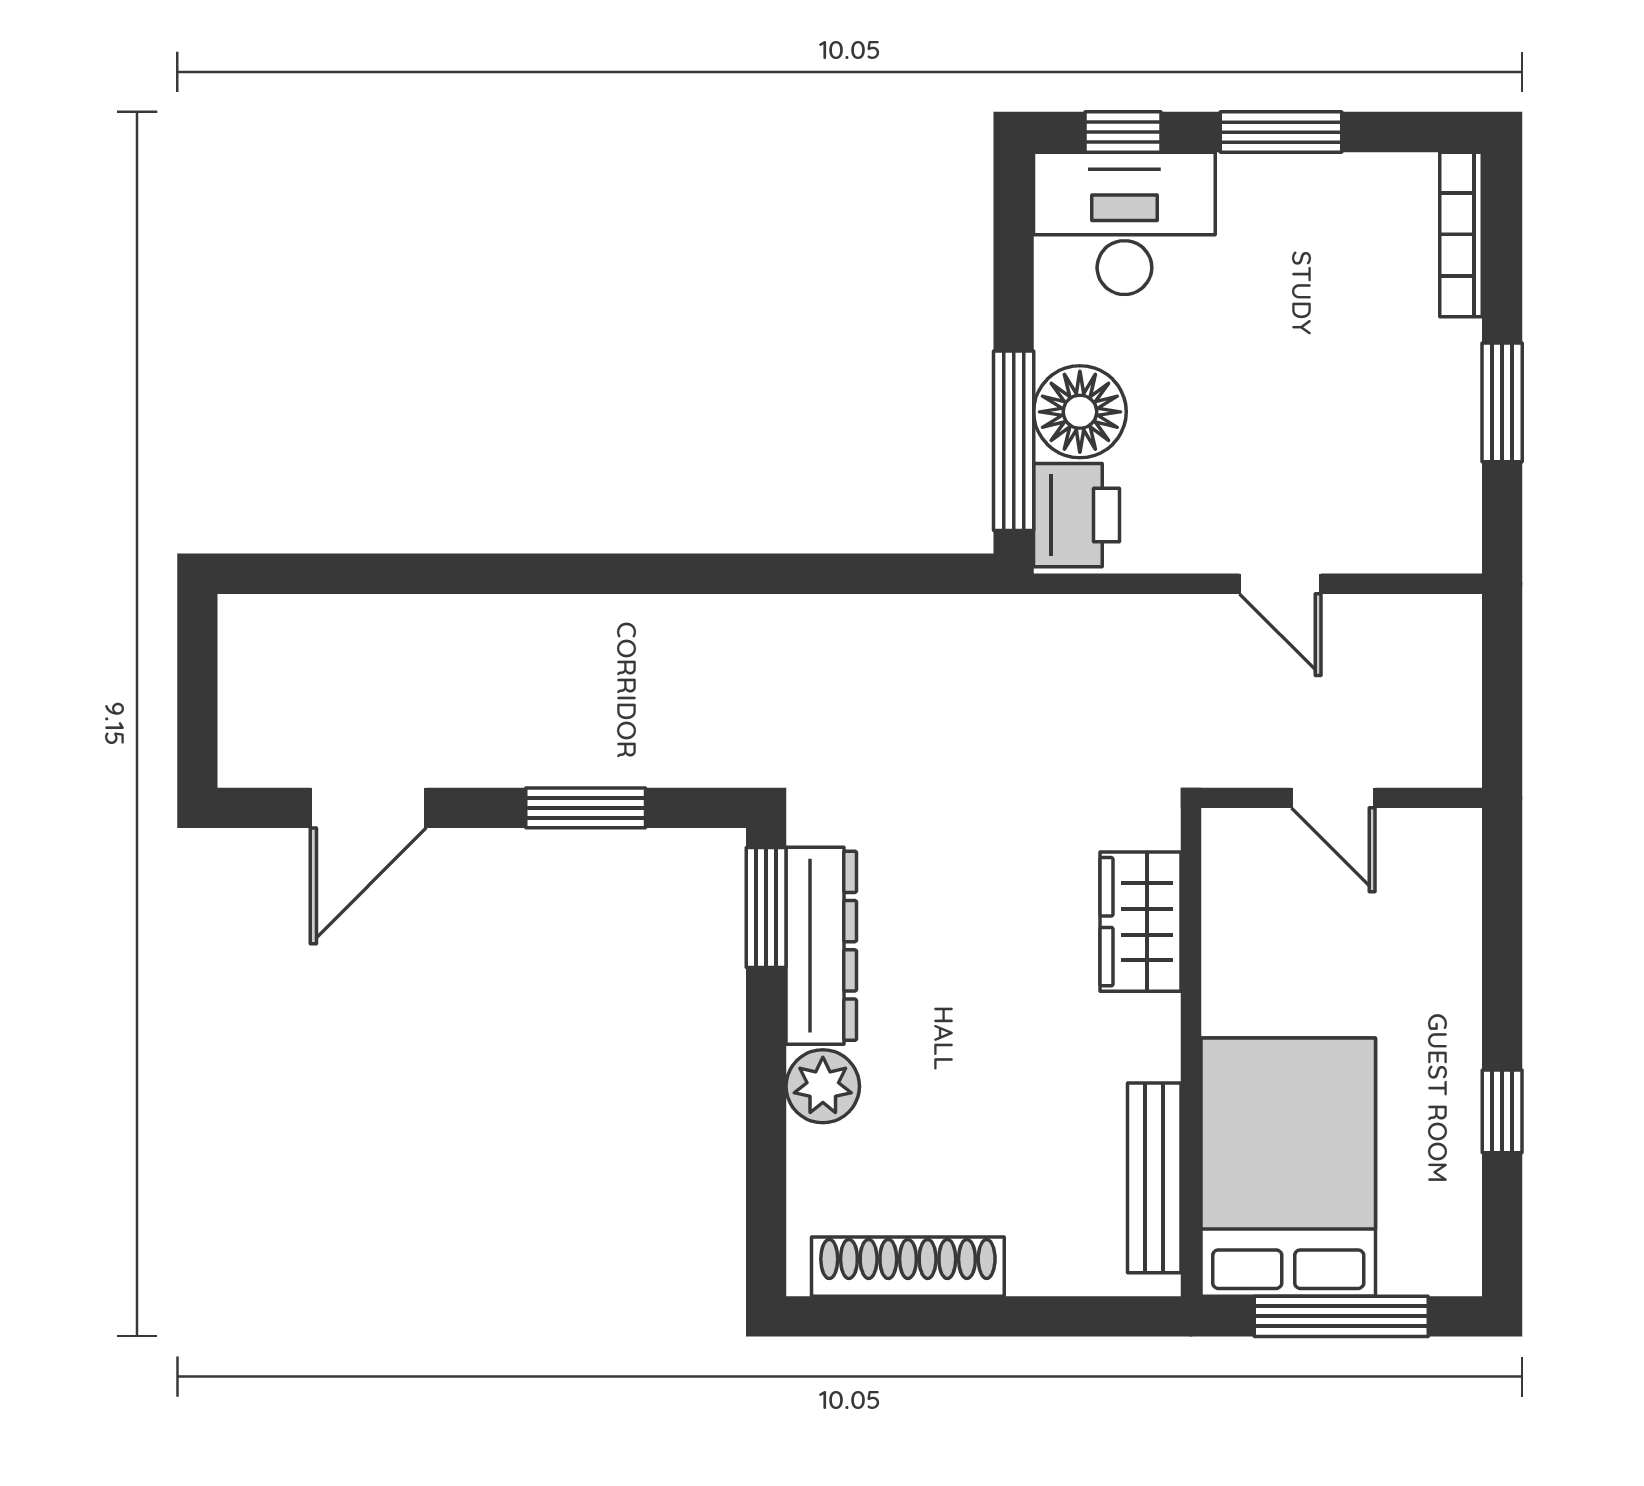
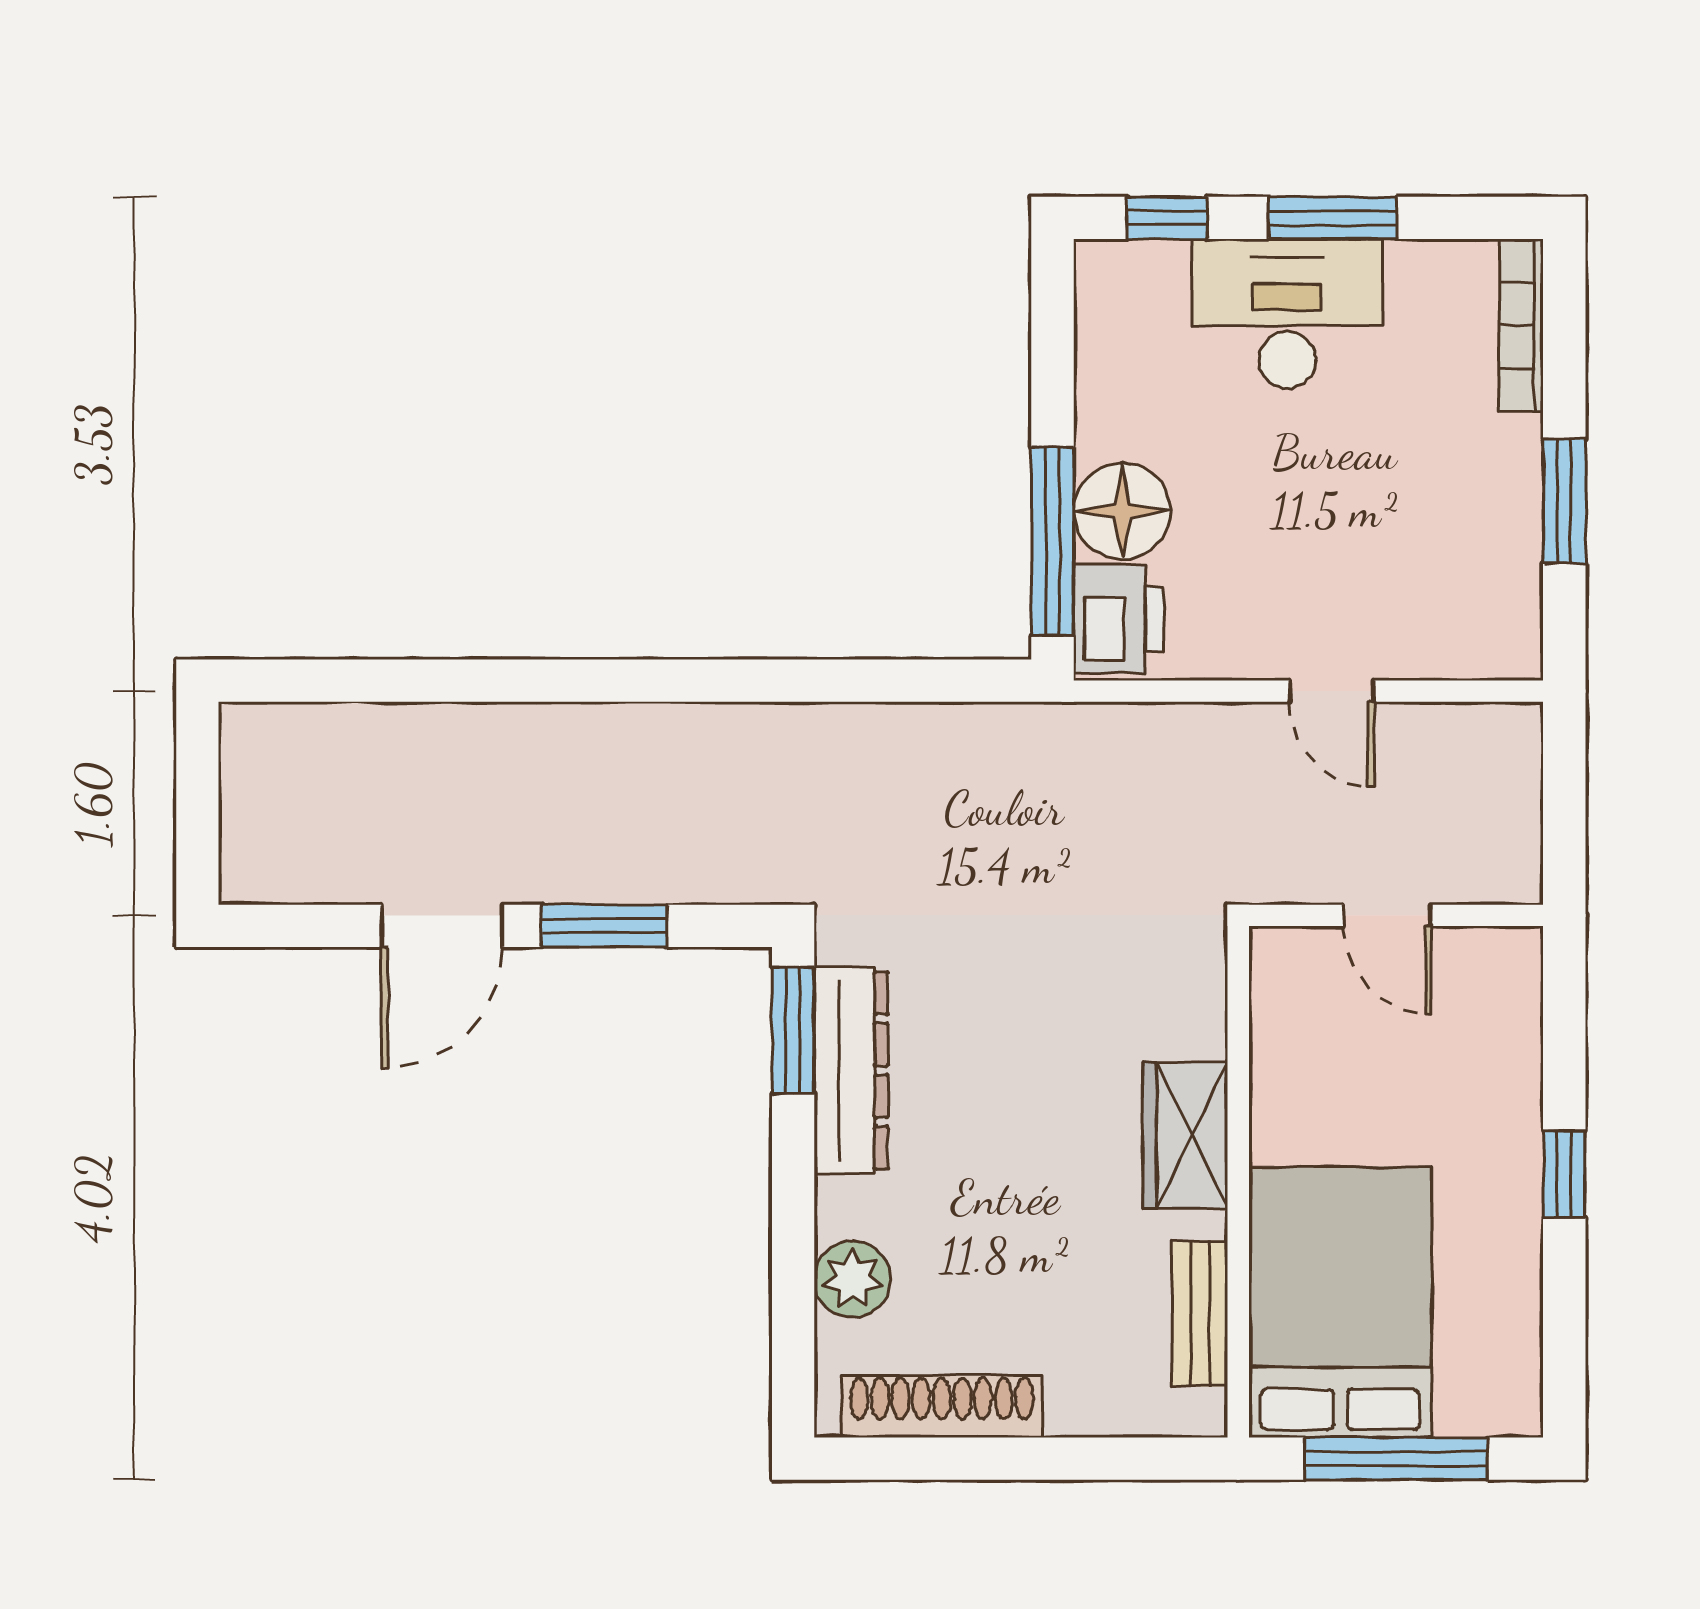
desk: (1124, 223) -> (1287, 314), moved
door: (368, 808) -> (442, 926), moved
wardrobe: (1140, 922) -> (1185, 1135), moved
plant: (823, 1086) -> (853, 1279), moved
window: (1502, 1111) -> (1564, 1174), moved
bench: (1154, 1178) -> (1200, 1314), width x0.73

